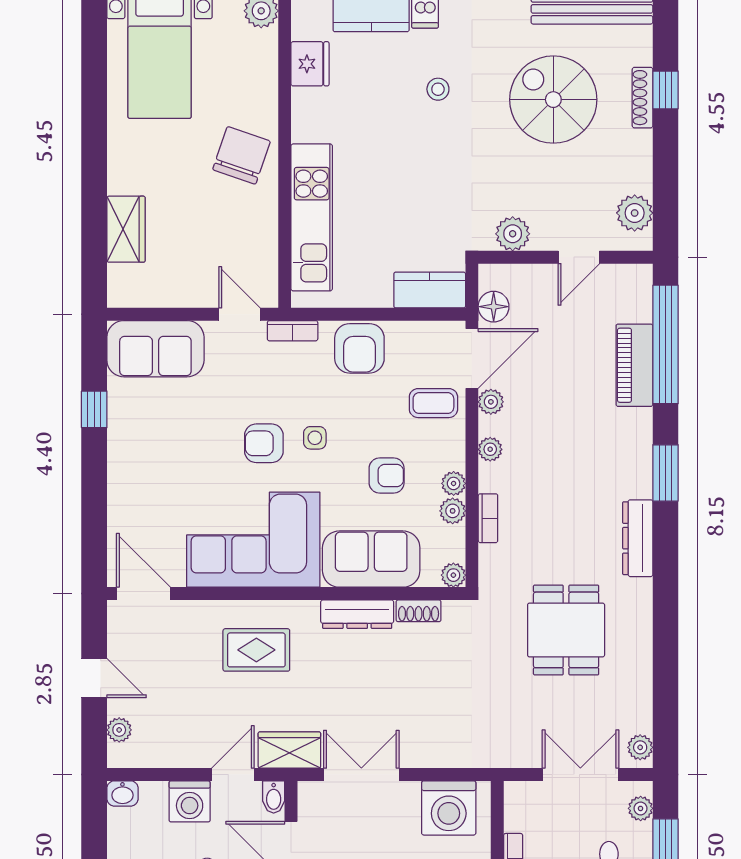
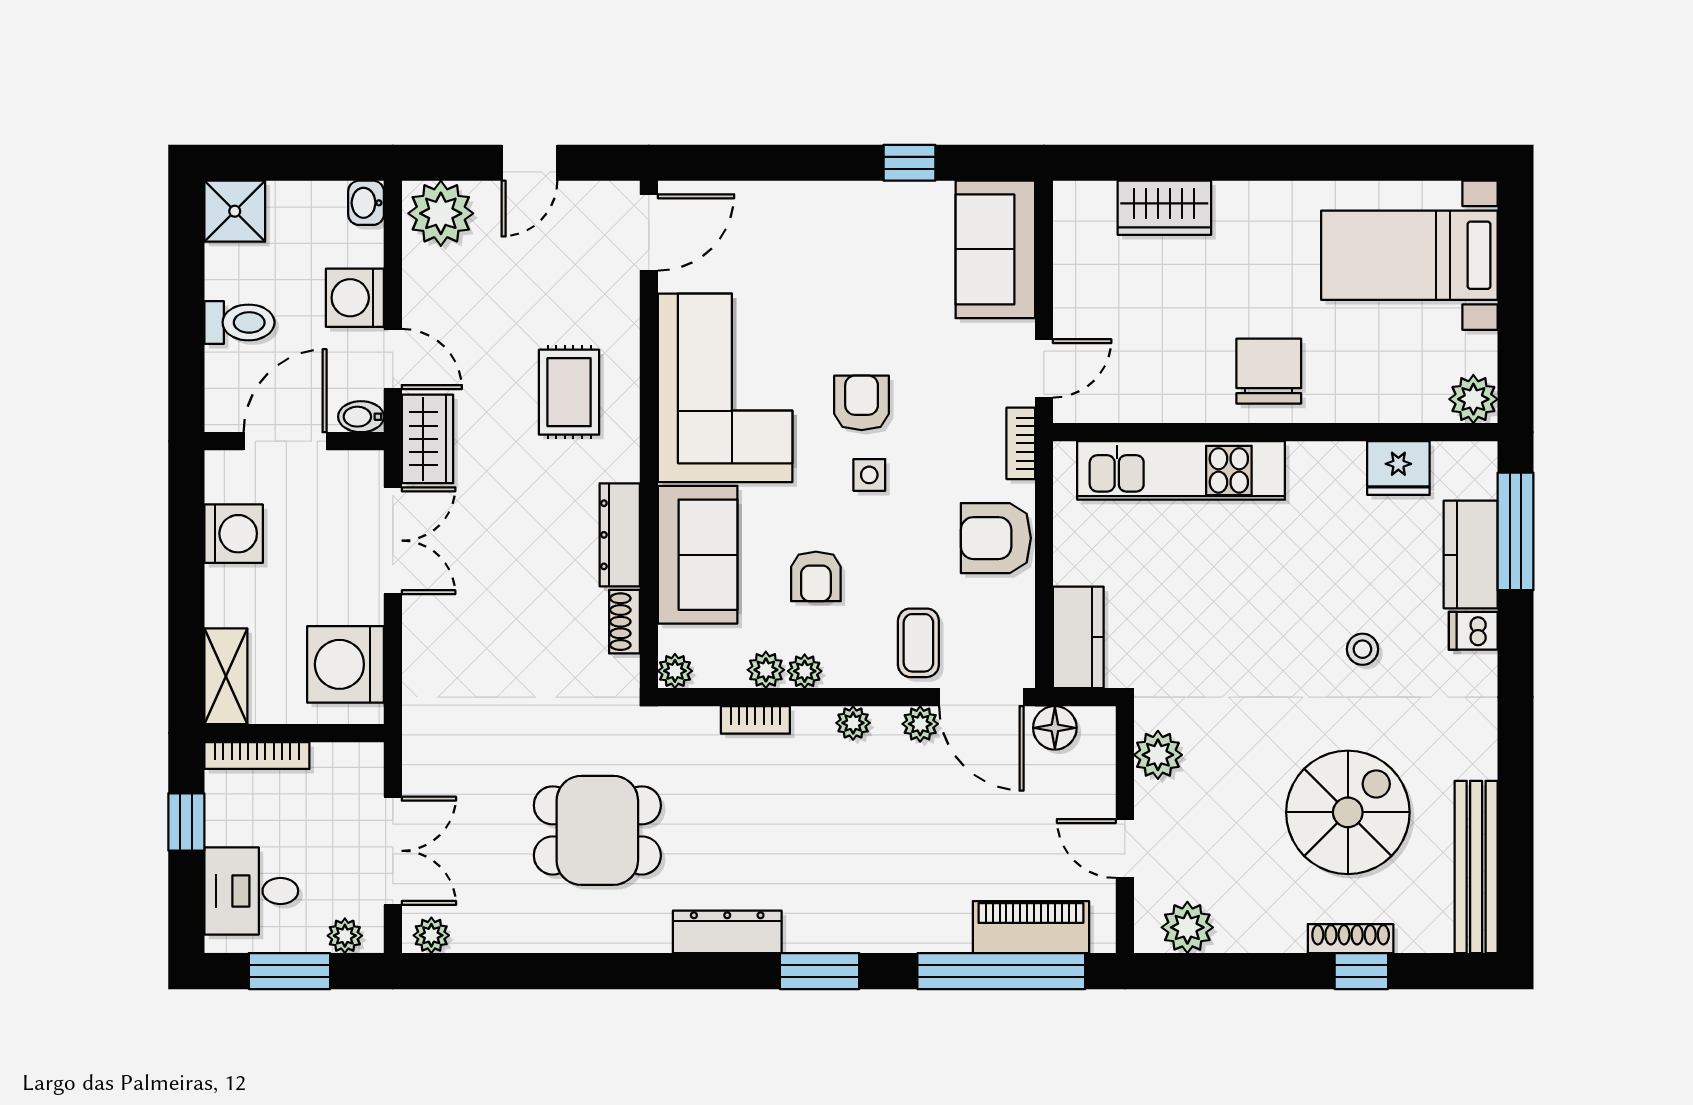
chair: (241, 155) -> (1269, 371), turned -109
piano: (634, 365) -> (1031, 927), moved
plant: (119, 730) -> (441, 213), width x1.88, depth x1.88

